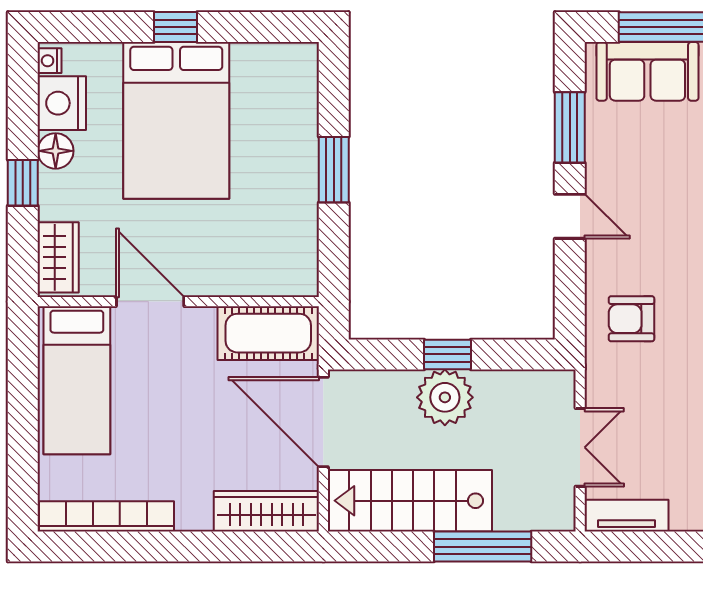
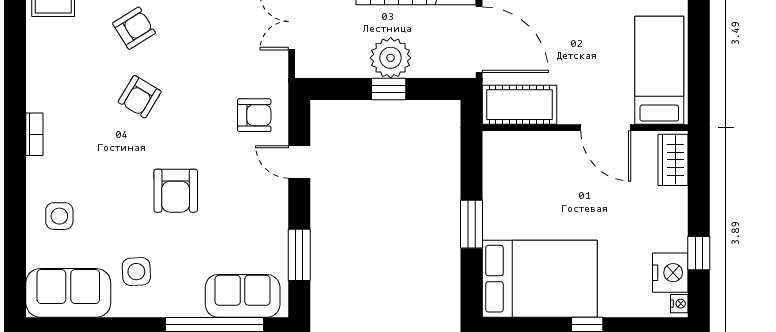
bed: (176, 120) -> (540, 279), moved, turned 90
floor lamp: (56, 151) -> (675, 238), removed
window: (23, 183) -> (699, 253), moved
door: (570, 216) -> (299, 162), moved

